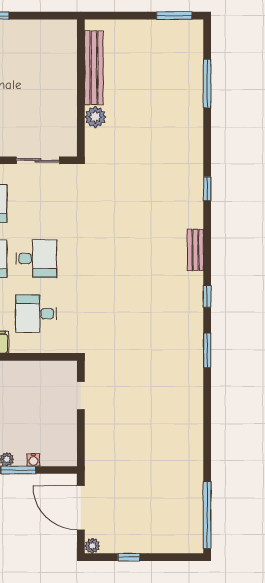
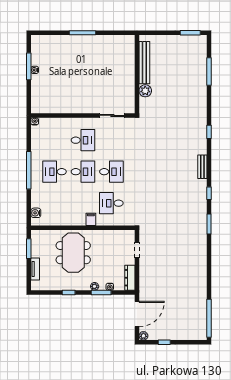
dresser: (69, 444) -> (130, 278), added
door: (81, 508) -> (137, 314), swing flipped

